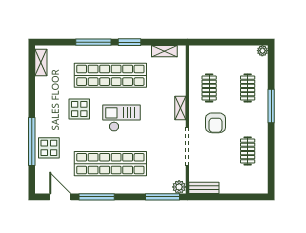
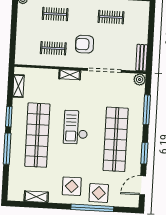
shelving: (41, 62) -> (36, 197), moved
display table: (79, 109) -> (72, 186), moved
armchair: (216, 123) -> (85, 44), turned 180
window: (97, 197) -> (144, 153), width x0.69
window: (163, 197) -> (147, 110), moved

